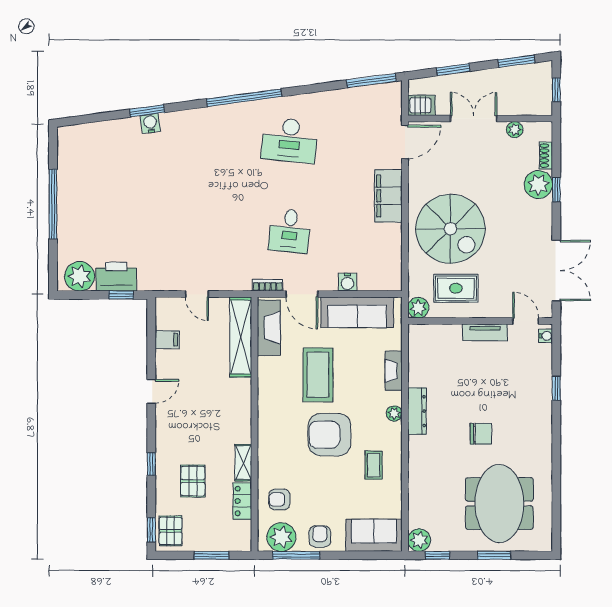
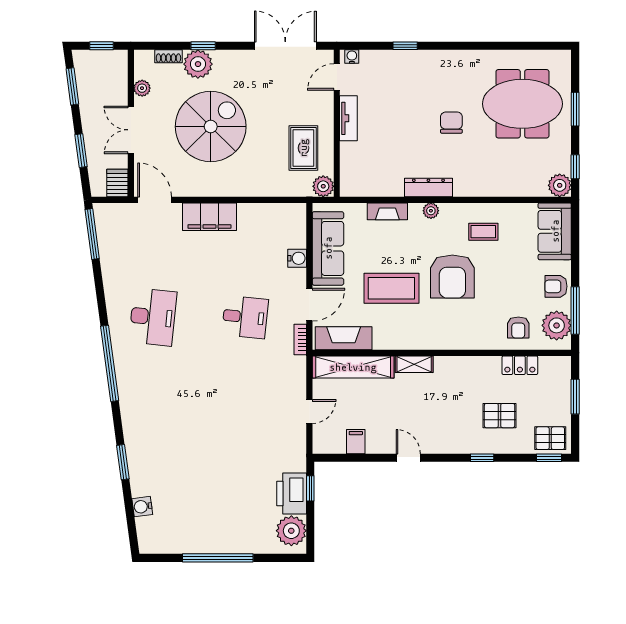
water cooler: (150, 123) -> (142, 507), moved
spiral stairs: (450, 229) -> (211, 127), moved
shelving: (243, 463) -> (414, 364), moved

